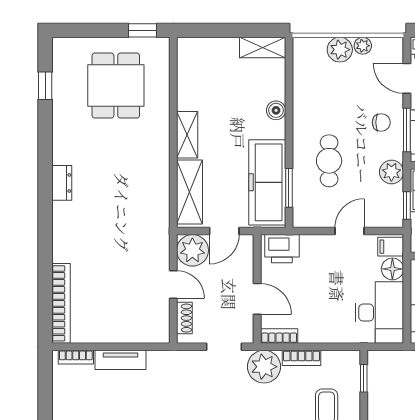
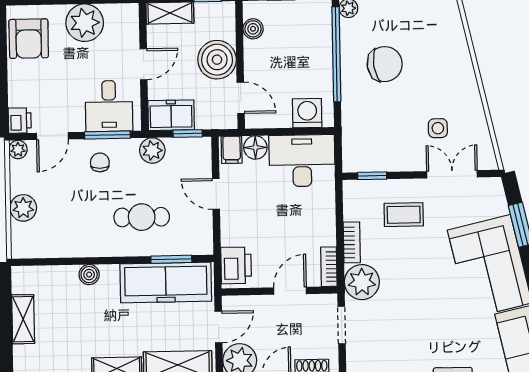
plant: (363, 46) -> (18, 150), moved
shelving: (263, 47) -> (23, 319), moved
door: (224, 231) -> (219, 327), hinge flipped

